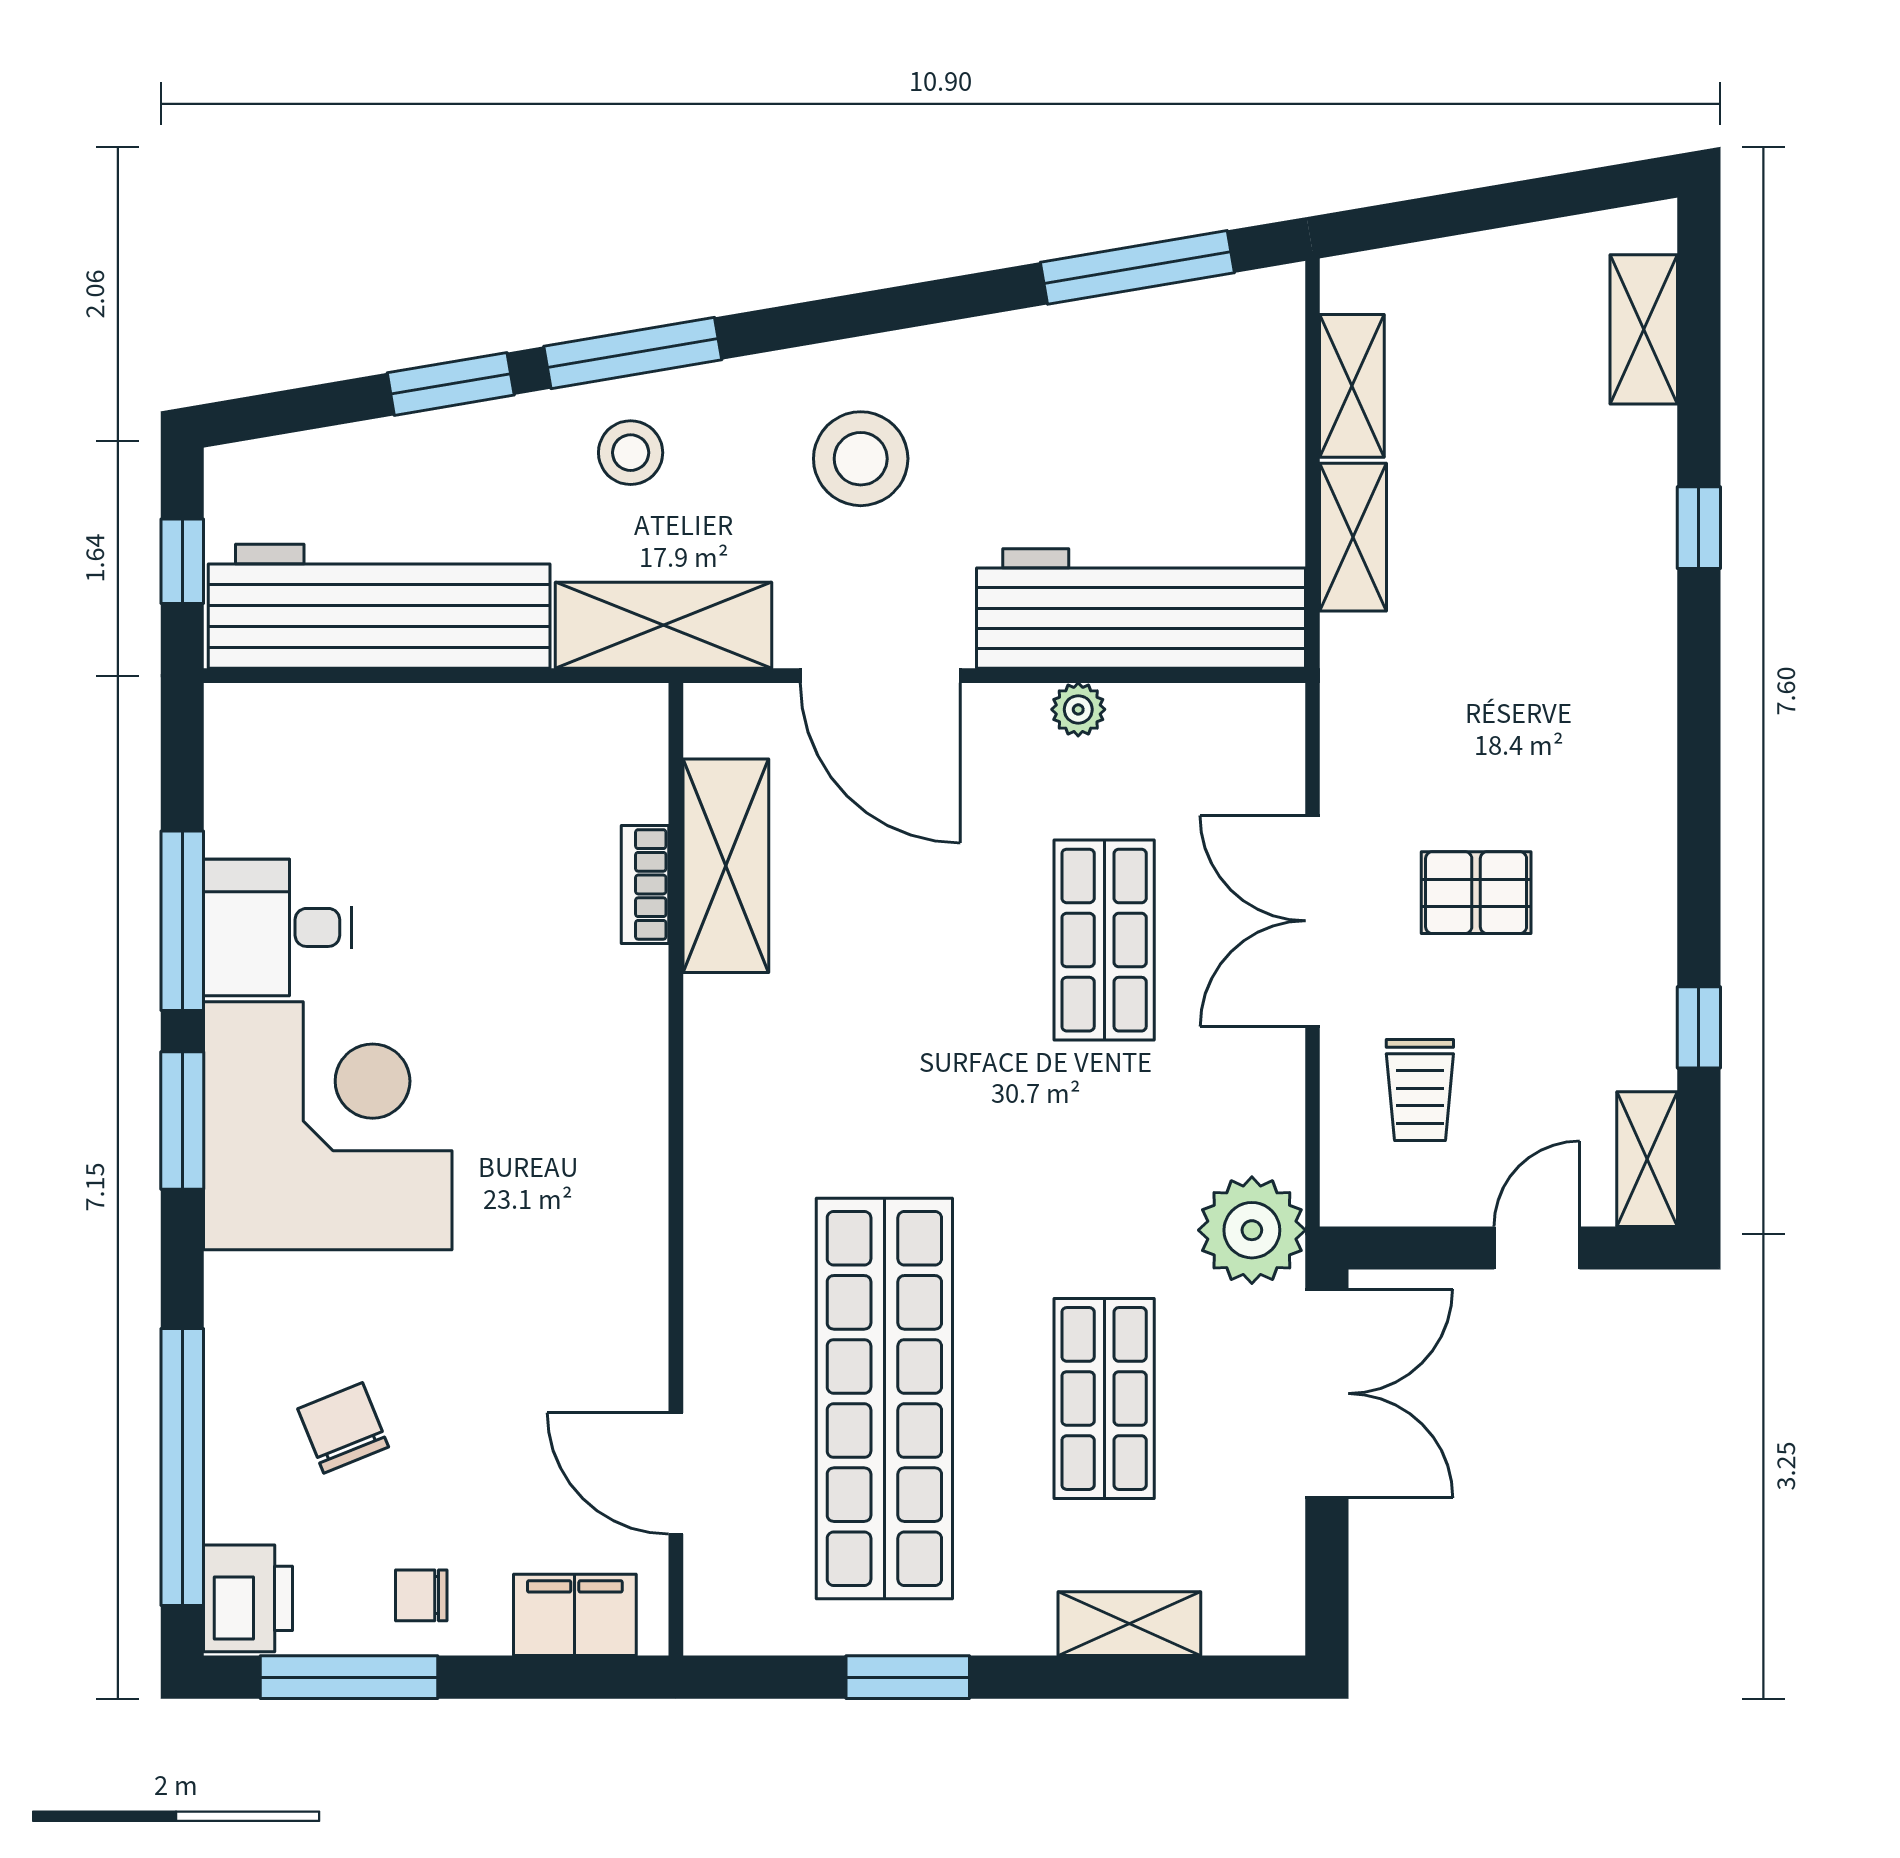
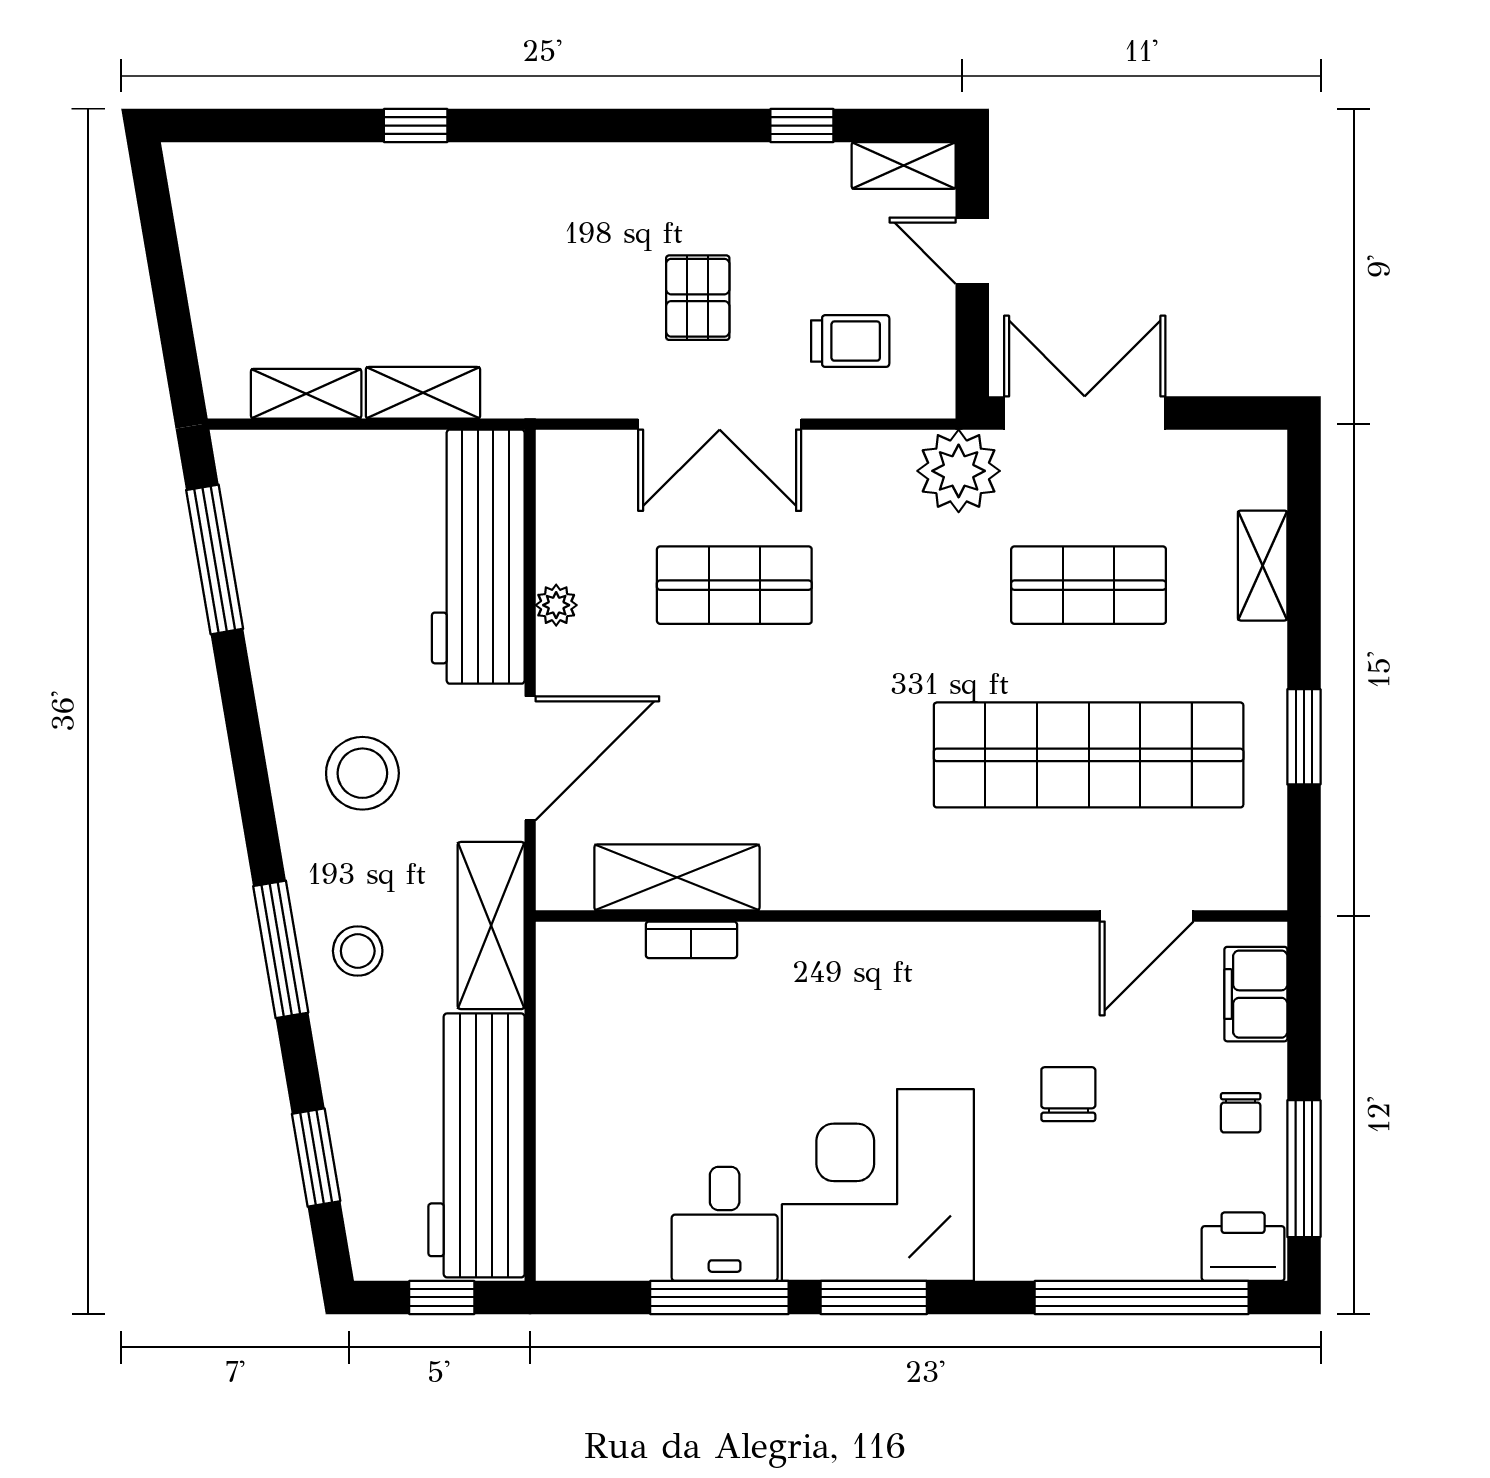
shelving: (1644, 329) -> (262, 168), removed
window: (451, 384) -> (316, 1158), moved
chair: (343, 1428) -> (1068, 1094), moved, turned 112

